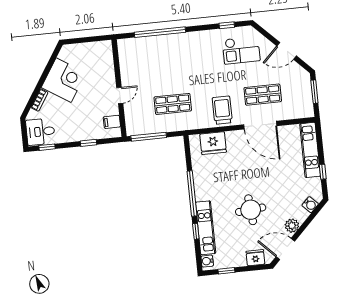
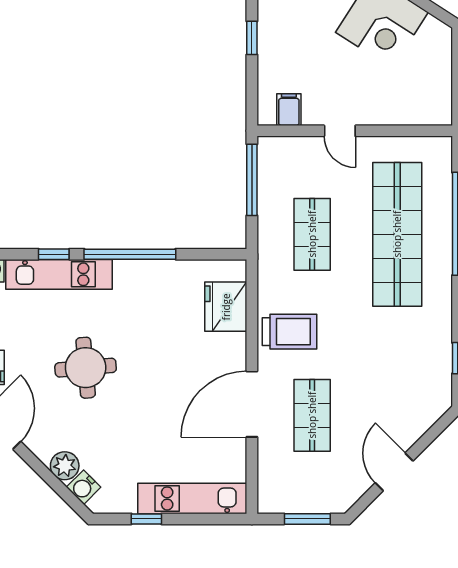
checkout: (241, 50) -> (405, 382), removed
shop shelf: (168, 62) -> (397, 234), added
window: (89, 143) -> (252, 38), moved
plant: (292, 226) -> (65, 466), moved

